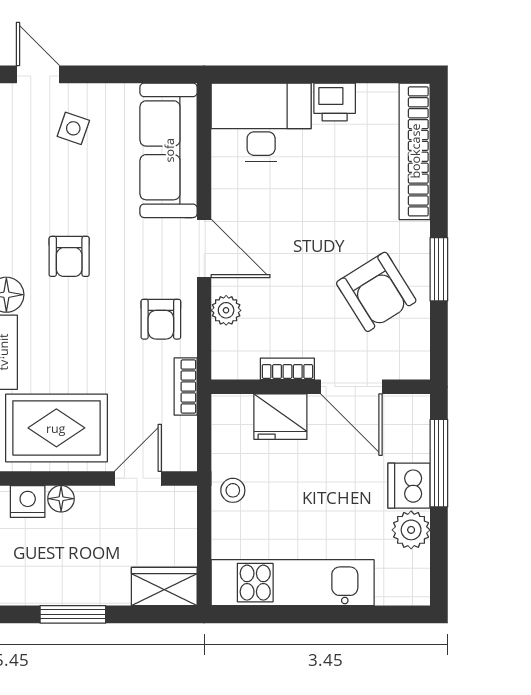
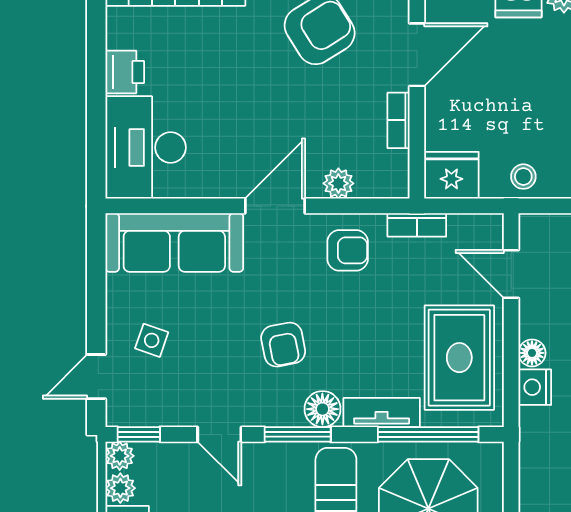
armchair: (69, 256) -> (283, 345), turned 79
fridge: (280, 417) -> (451, 175), moved, turned -90

